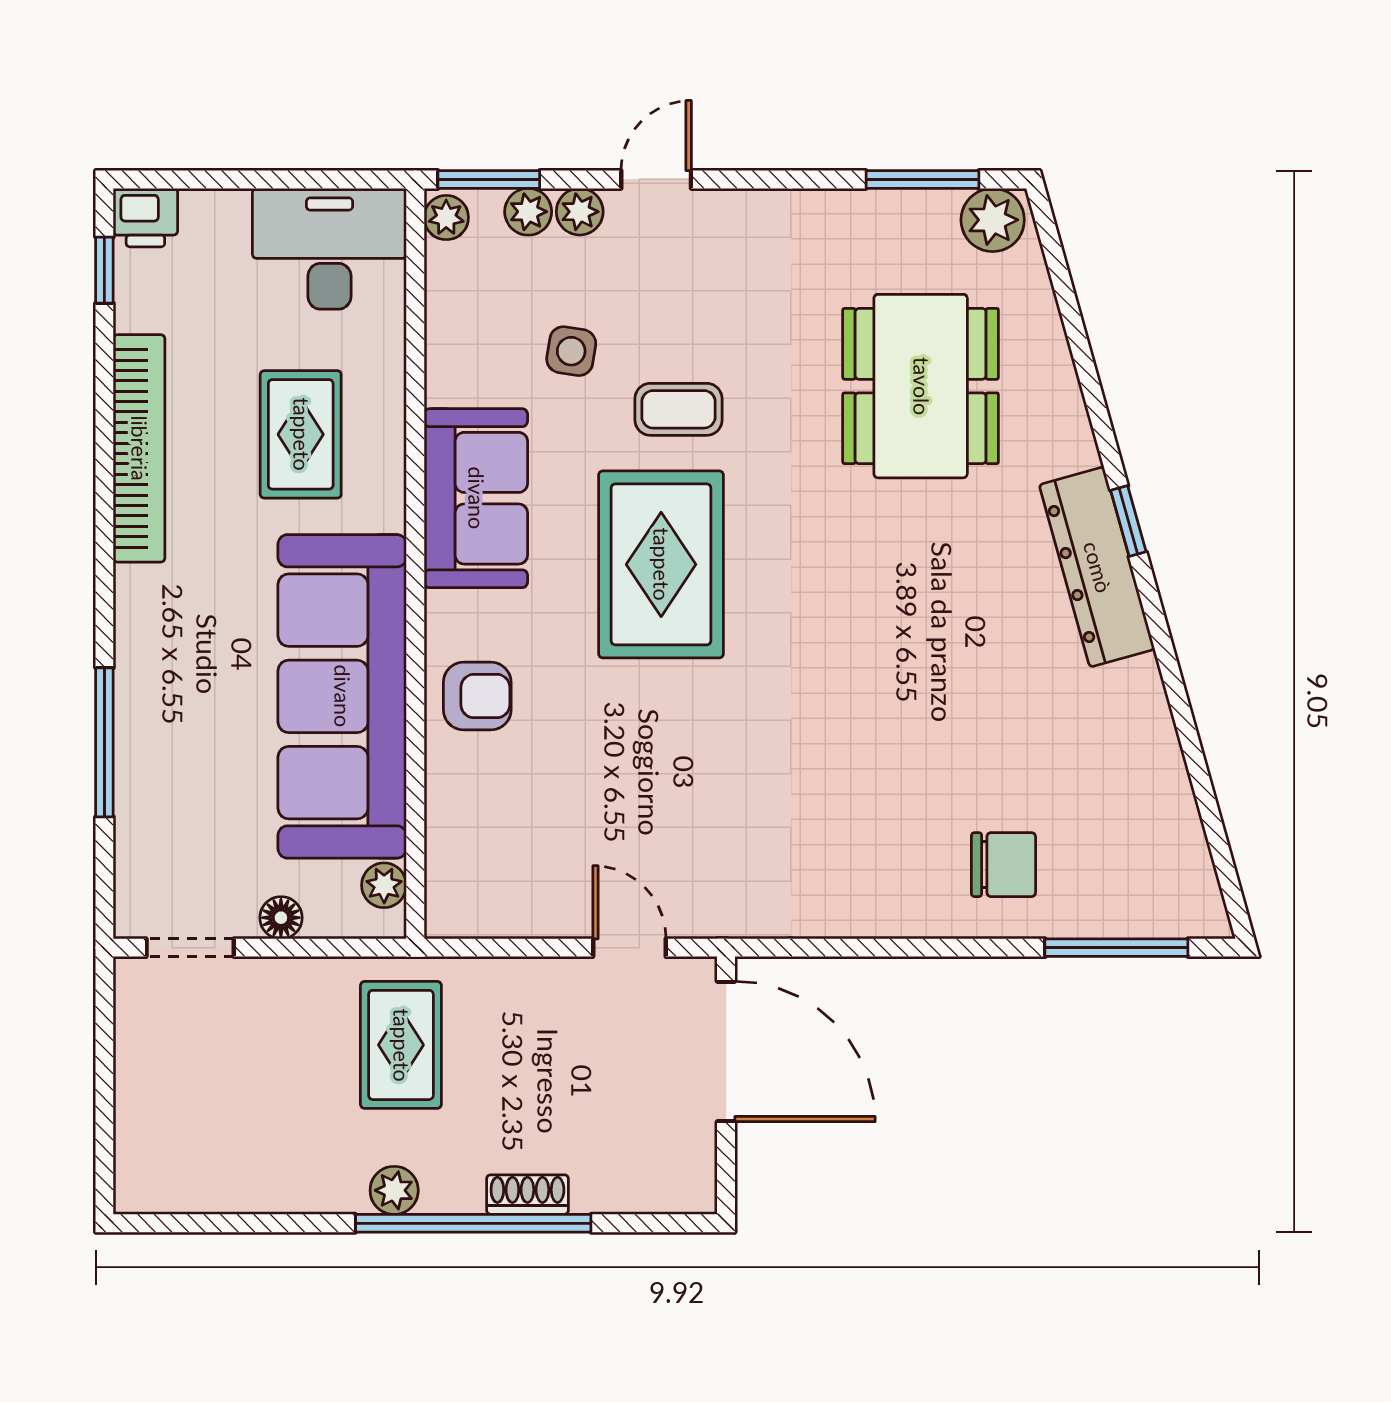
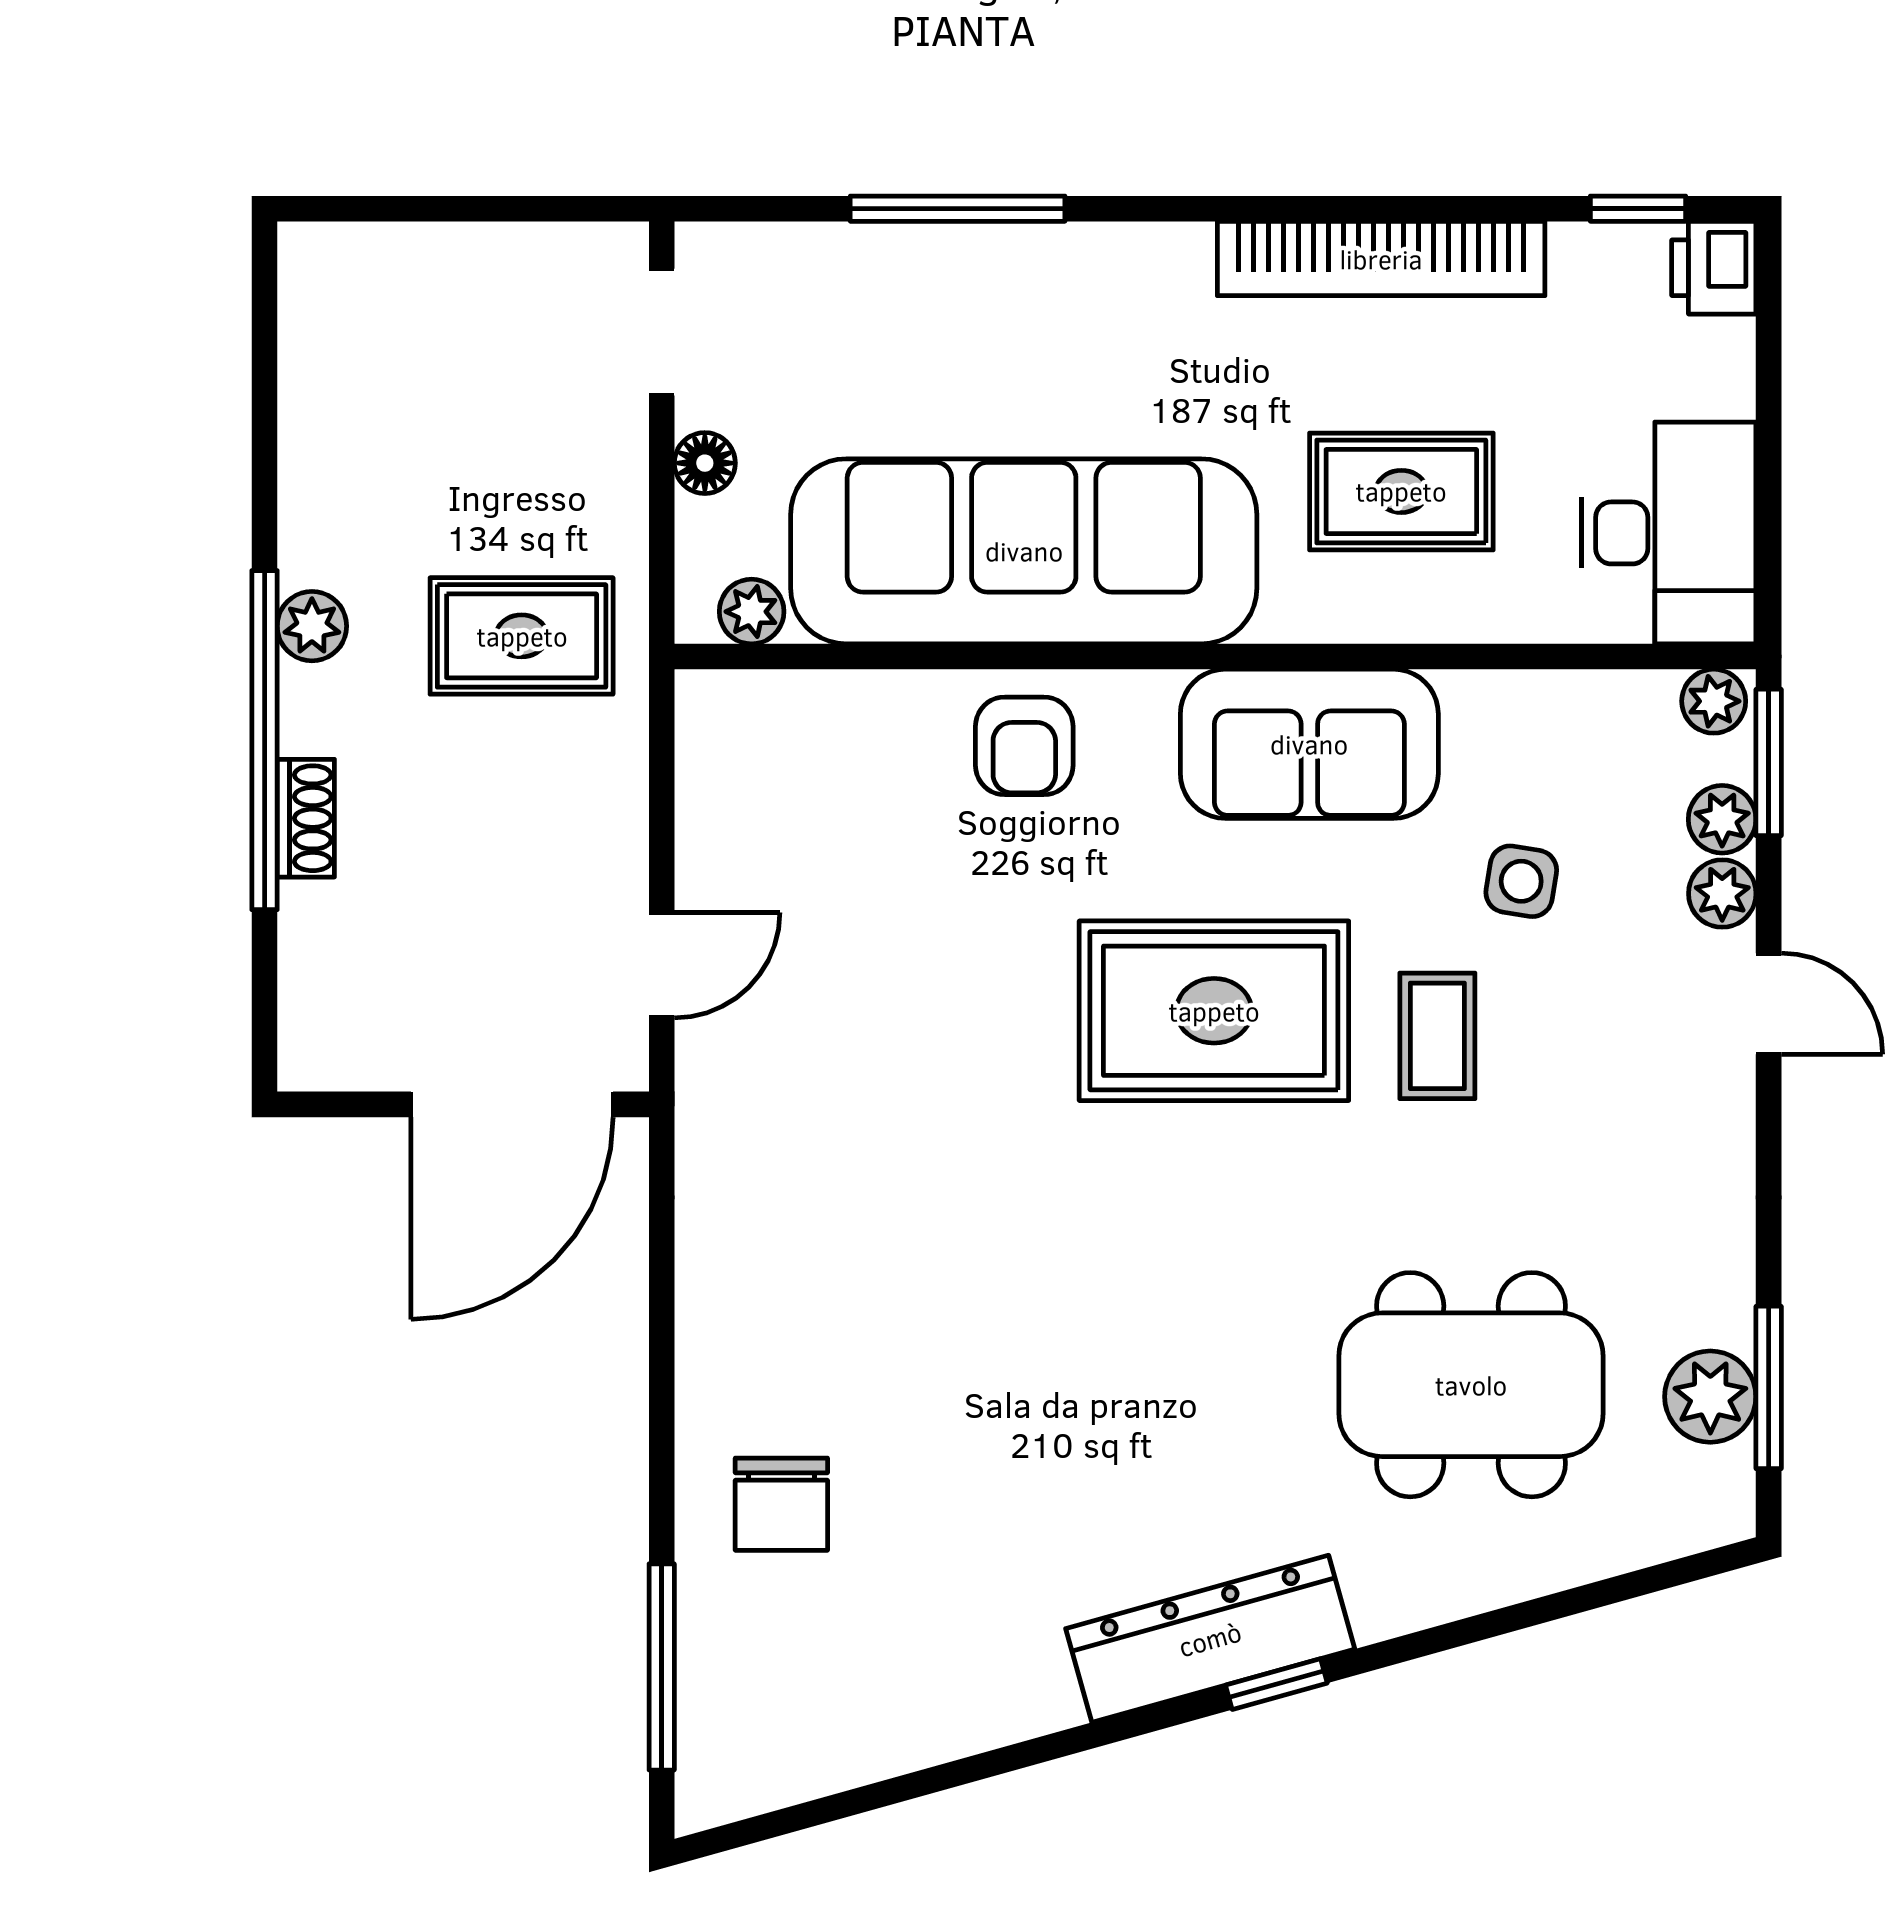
plant: (993, 220) -> (1710, 1397), moved

